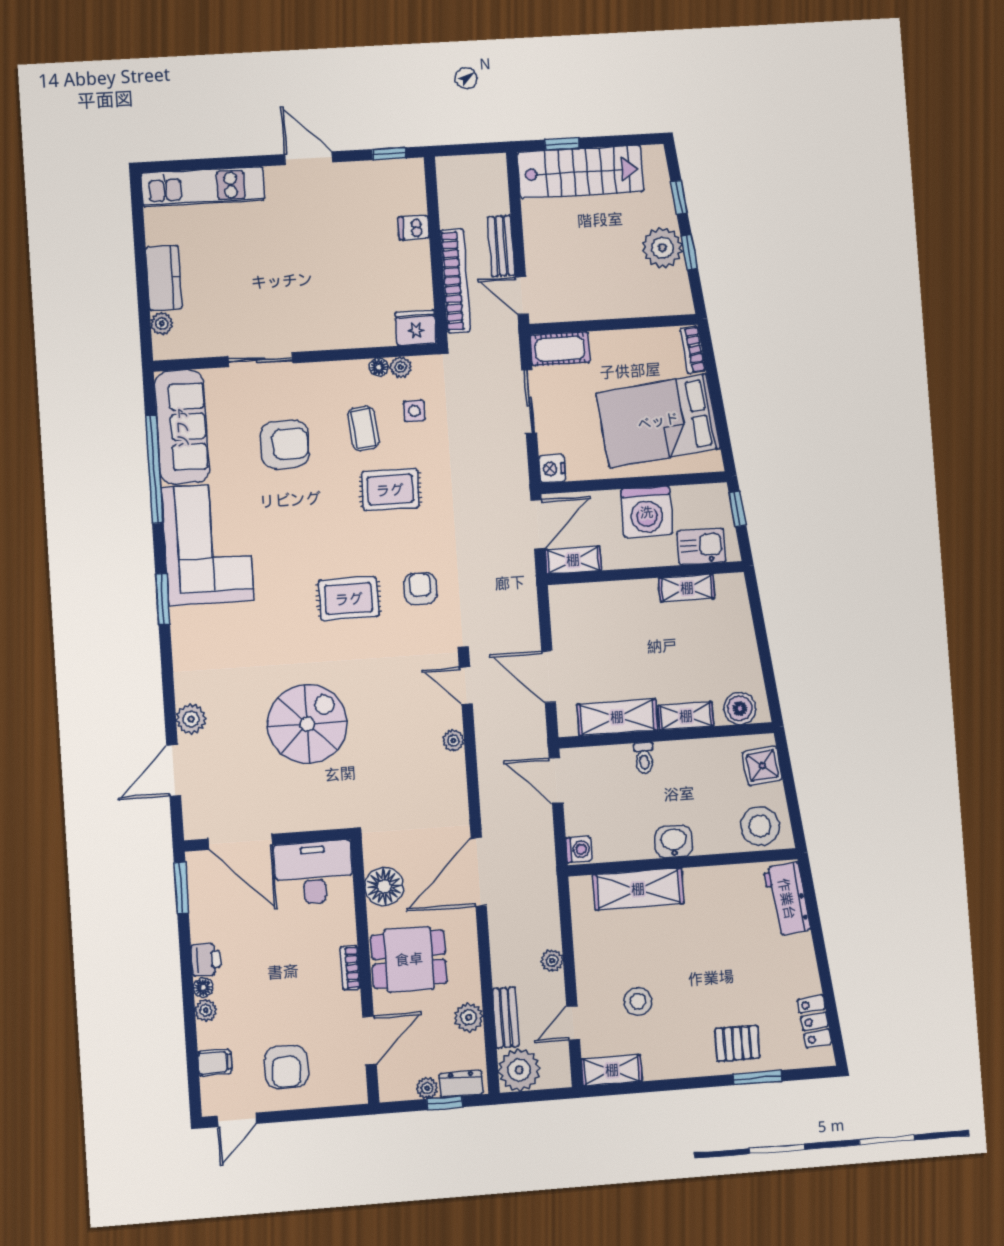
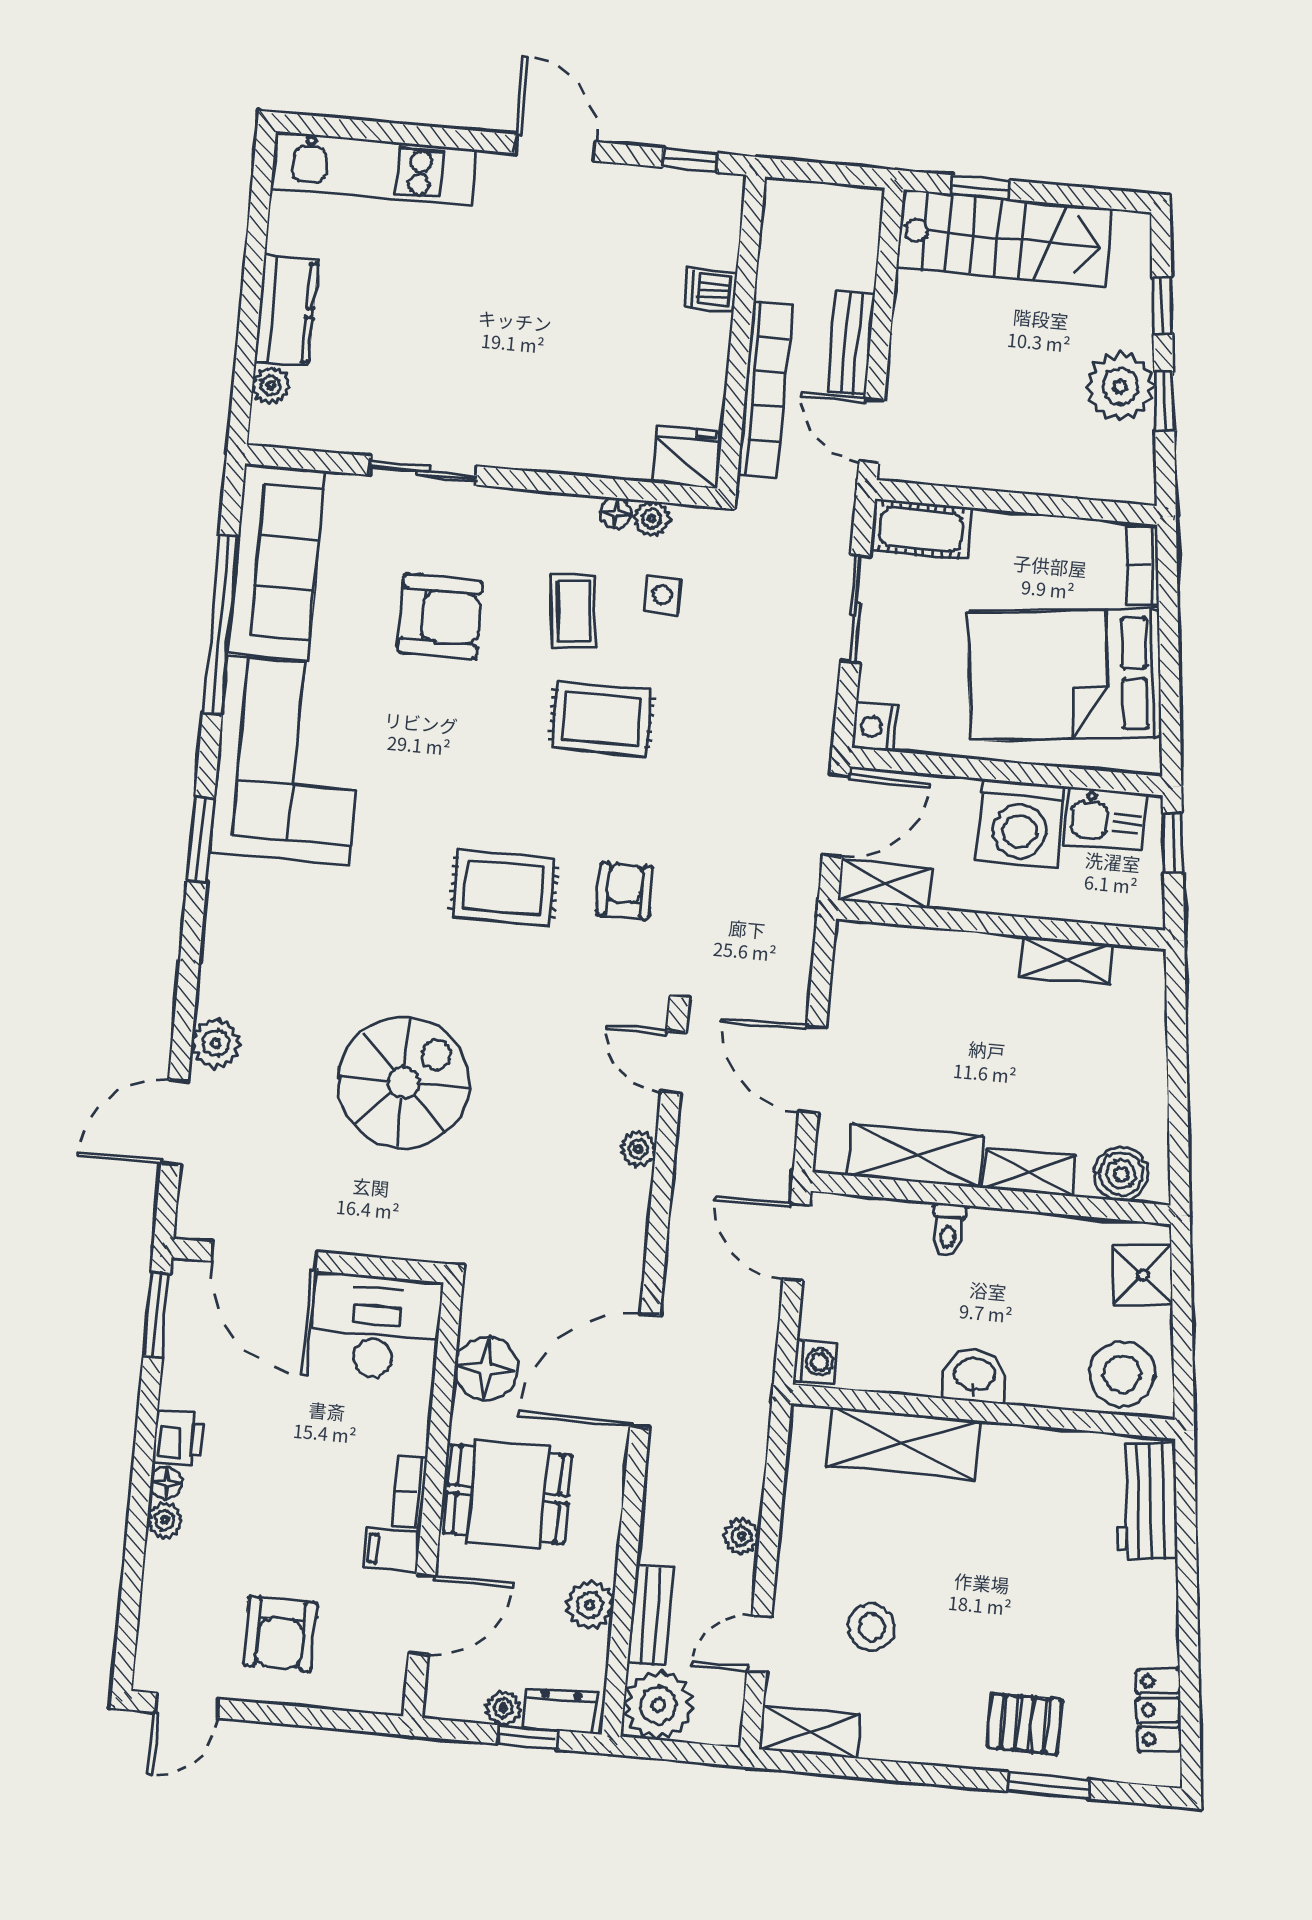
kitchen sink: (701, 547) -> (1106, 819), moved, turned 180
filing cabinet: (215, 1062) -> (392, 1550), moved, turned 180

